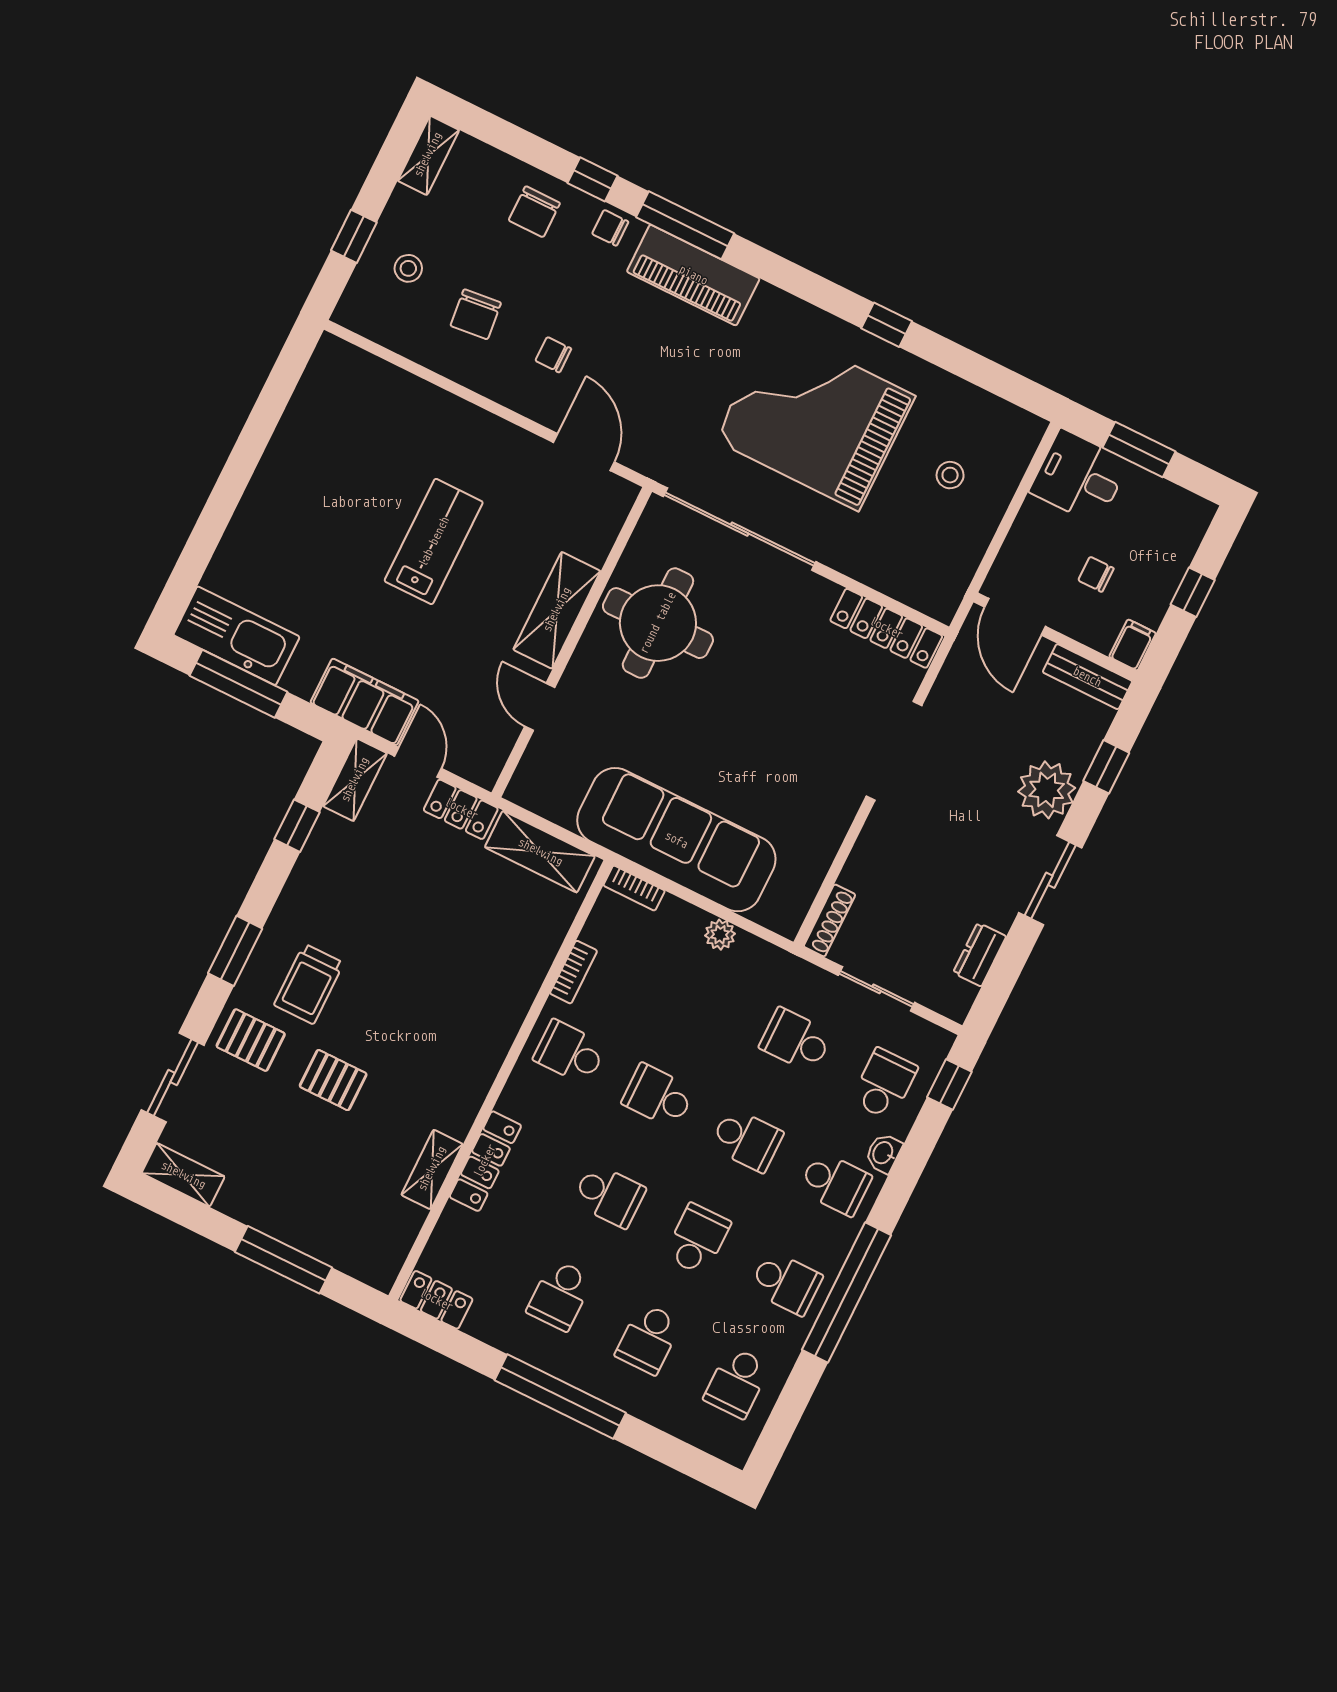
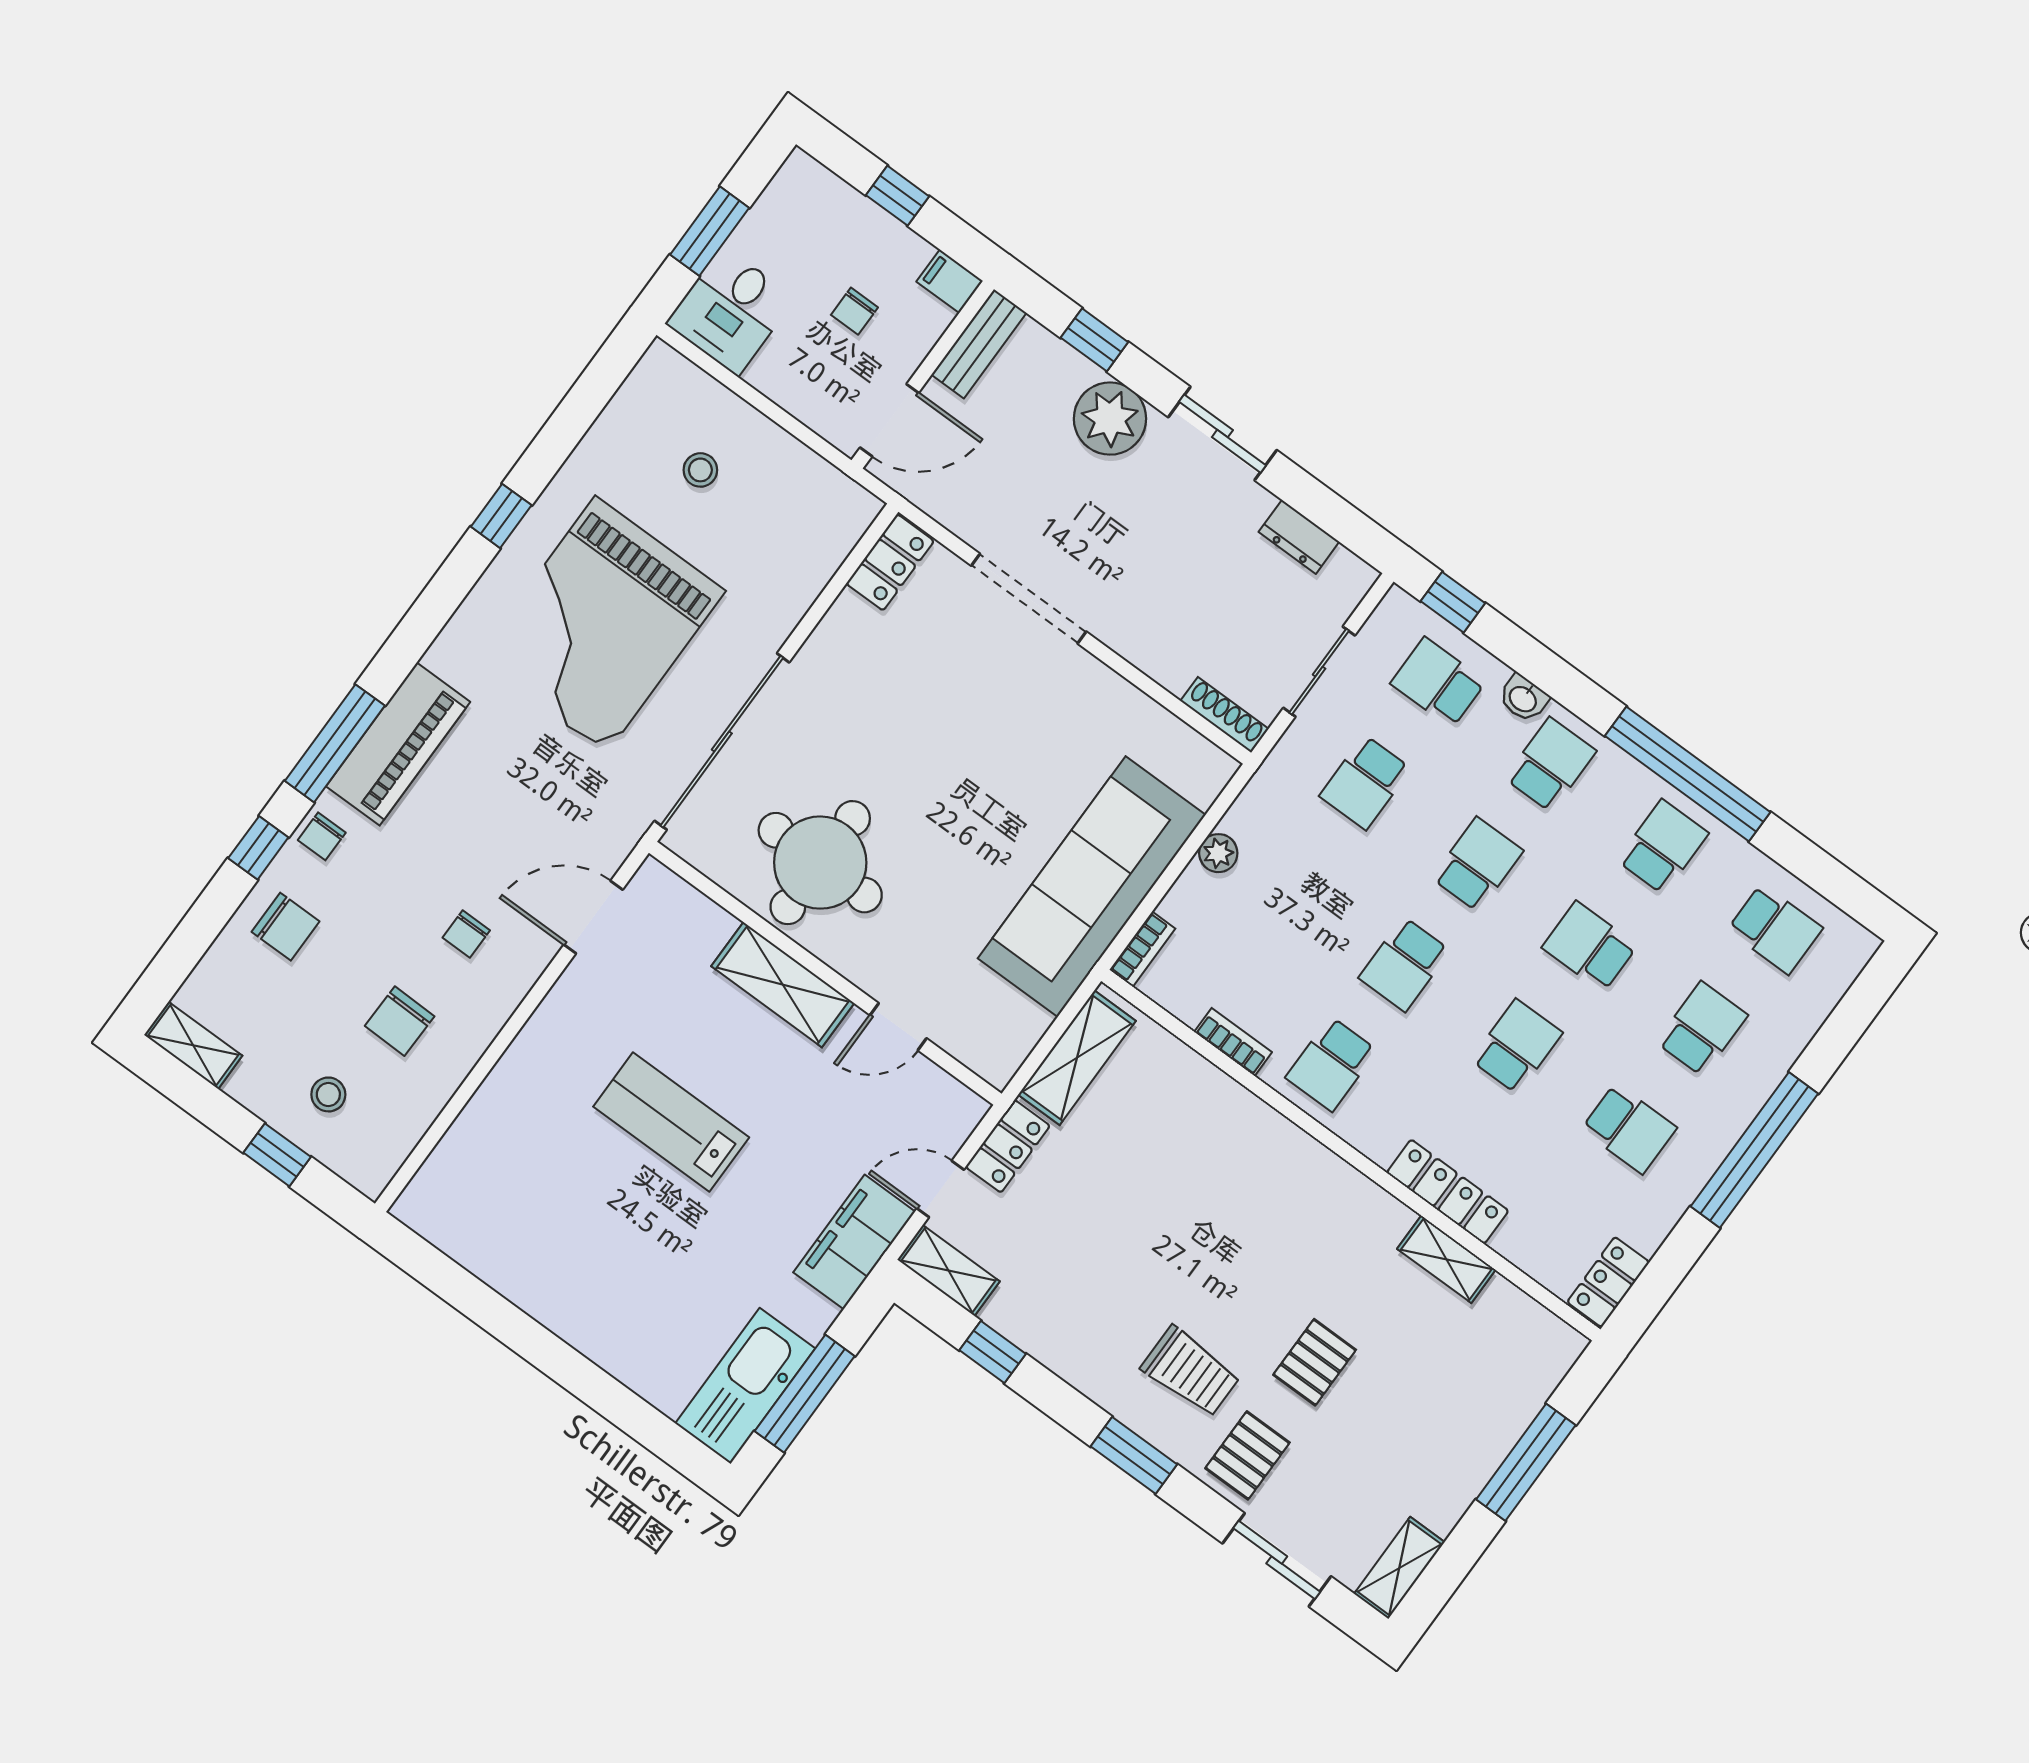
chair: (476, 314) -> (400, 1021), turned 97
locker: (886, 628) -> (890, 562), width x0.66
school desk: (648, 1339) -> (1702, 1029), turned -90

